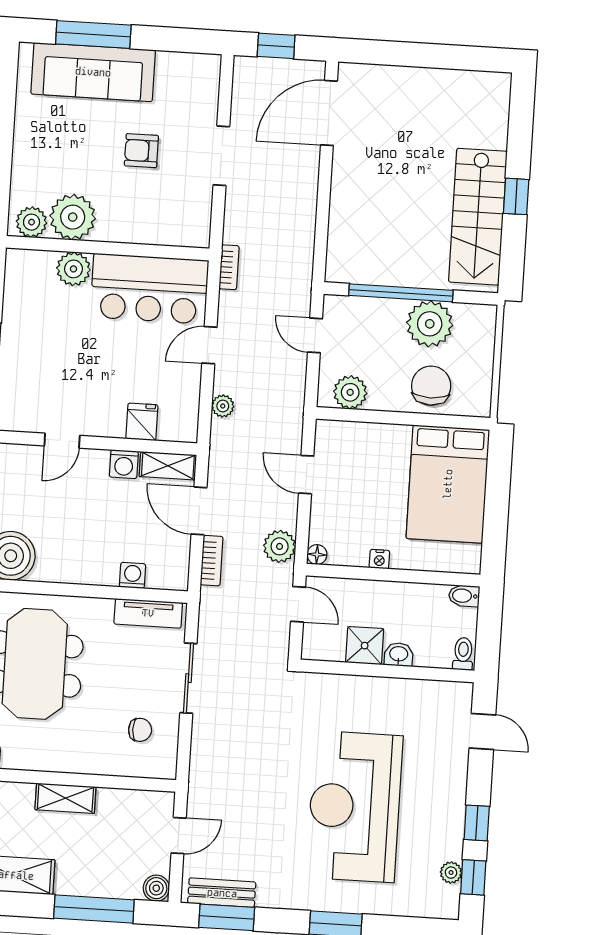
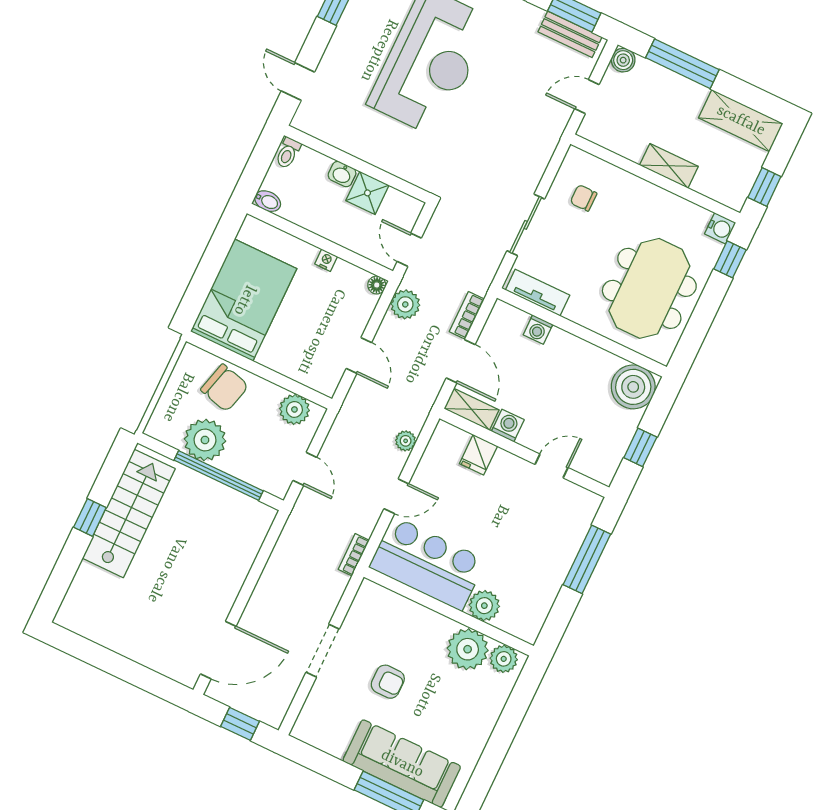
chair: (431, 386) -> (225, 388), turned -75

